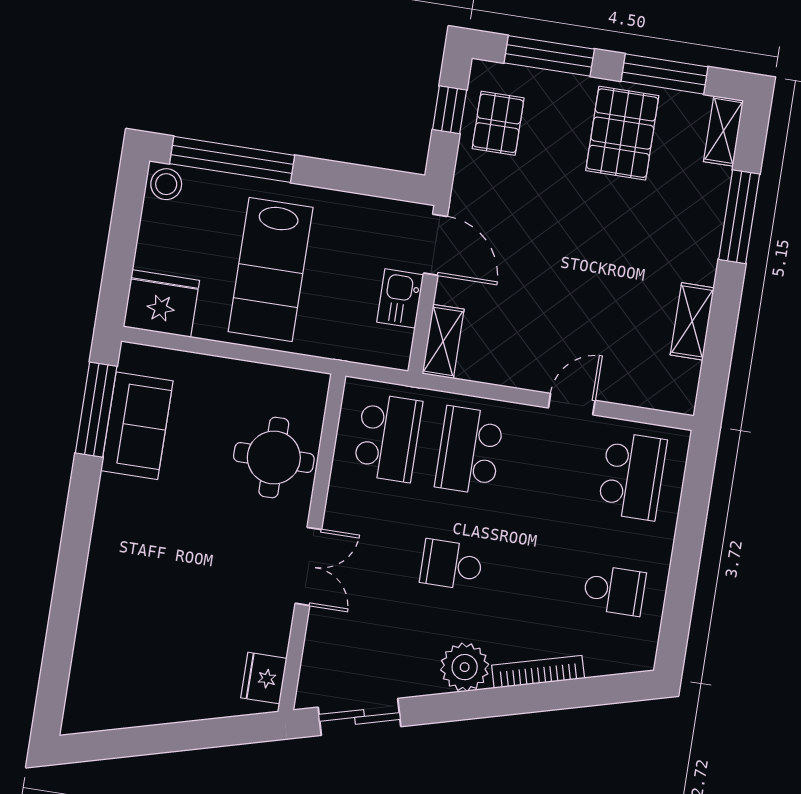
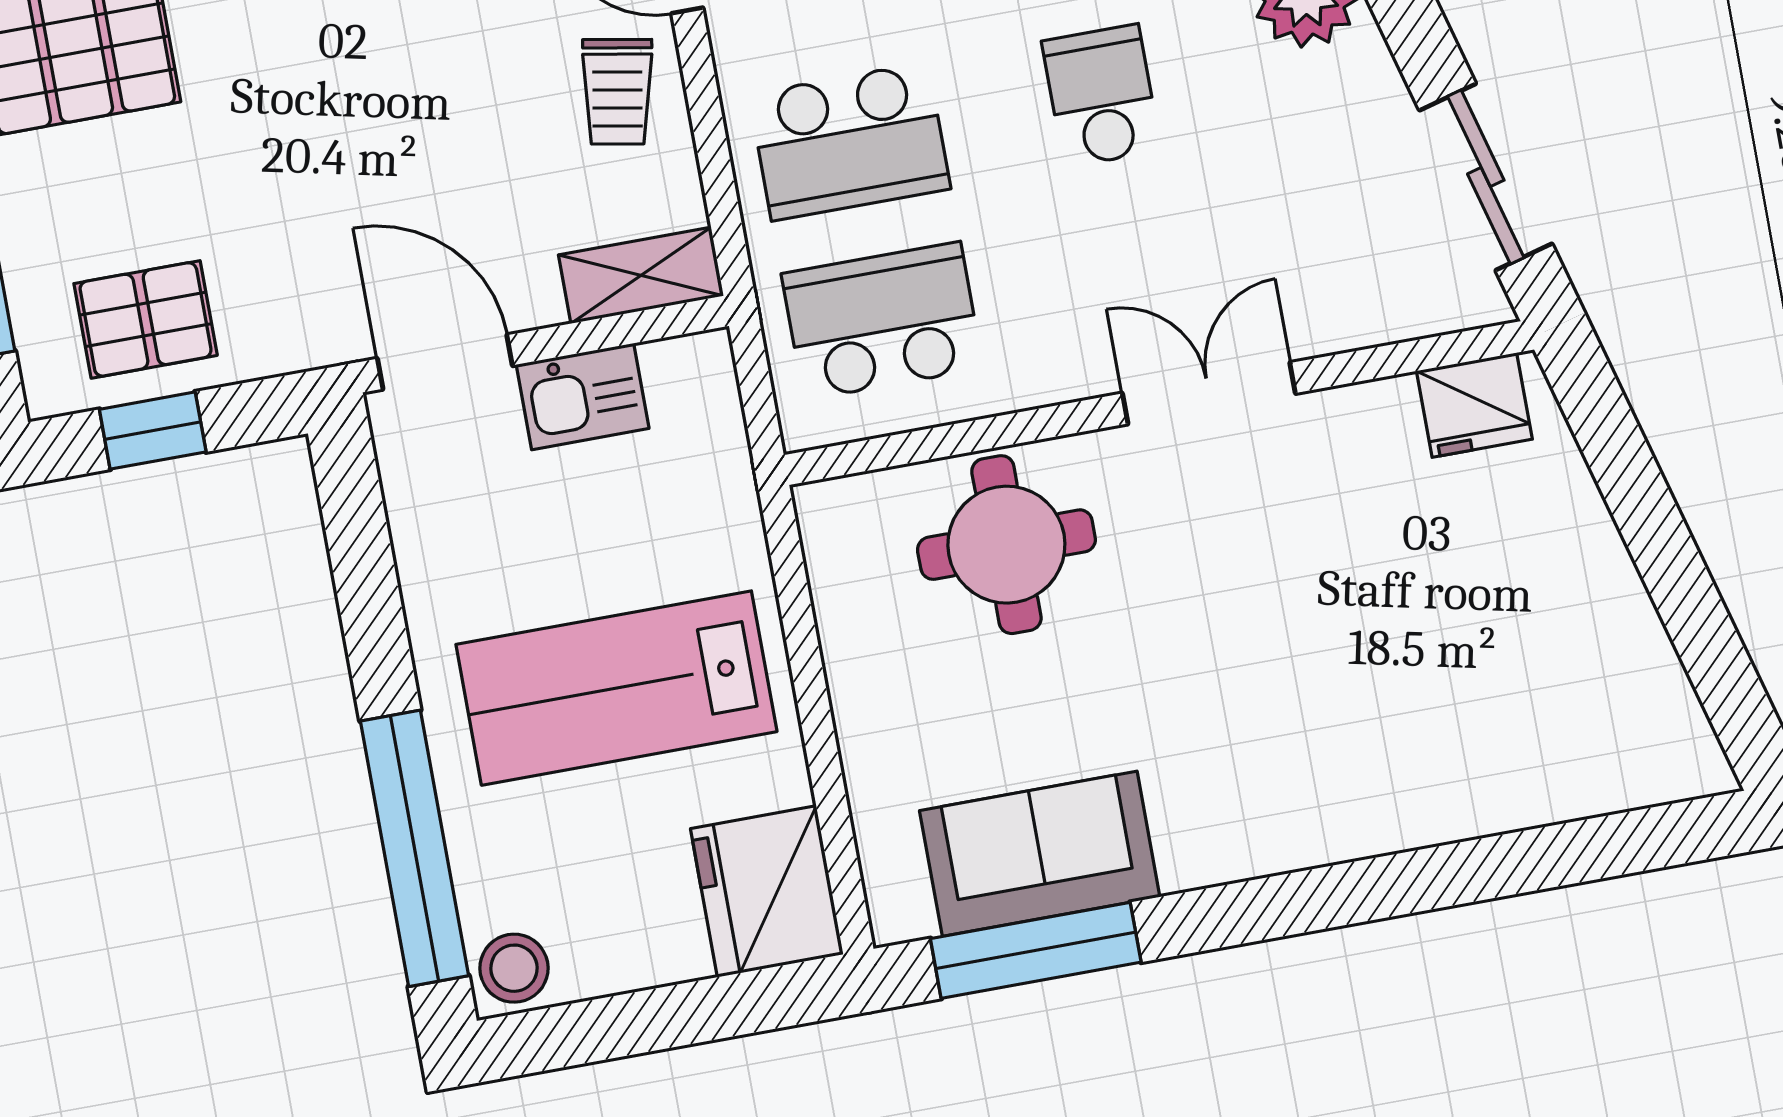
door: (435, 245) -> (445, 362), hinge flipped
lab bench: (271, 270) -> (616, 688), turned 180
trolley: (525, 359) -> (617, 92), added
school desk: (451, 565) -> (1101, 96), turned 180

